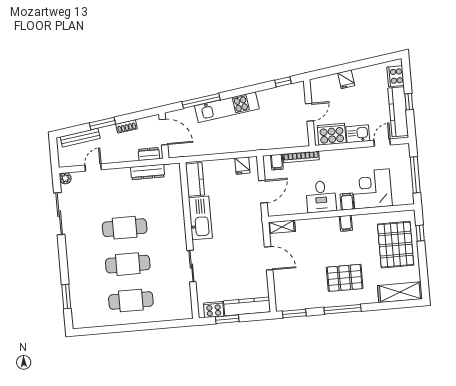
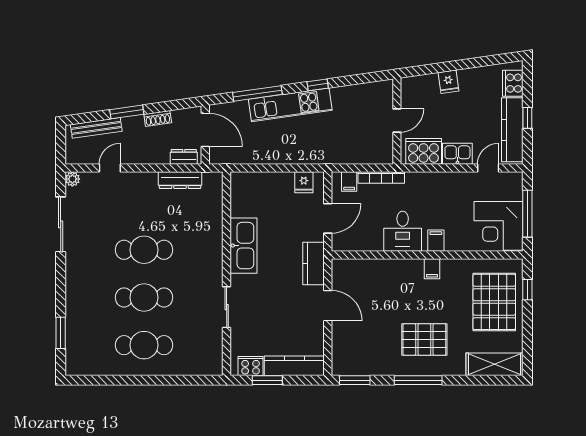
window: (283, 82) -> (318, 85), moved
kitchen counter: (195, 179) -> (313, 264), moved, turned 180
corner desk: (372, 189) -> (498, 226), moved, turned -90
shelving: (282, 227) -> (348, 266), removed

